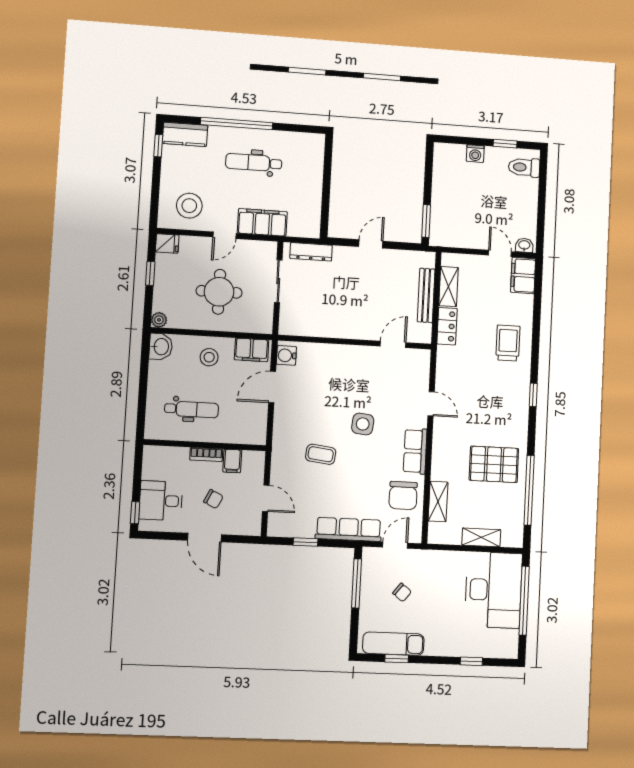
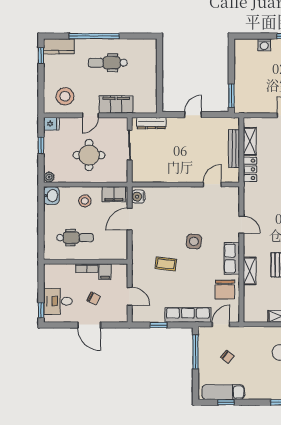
shelving: (438, 502) -> (250, 271), moved

